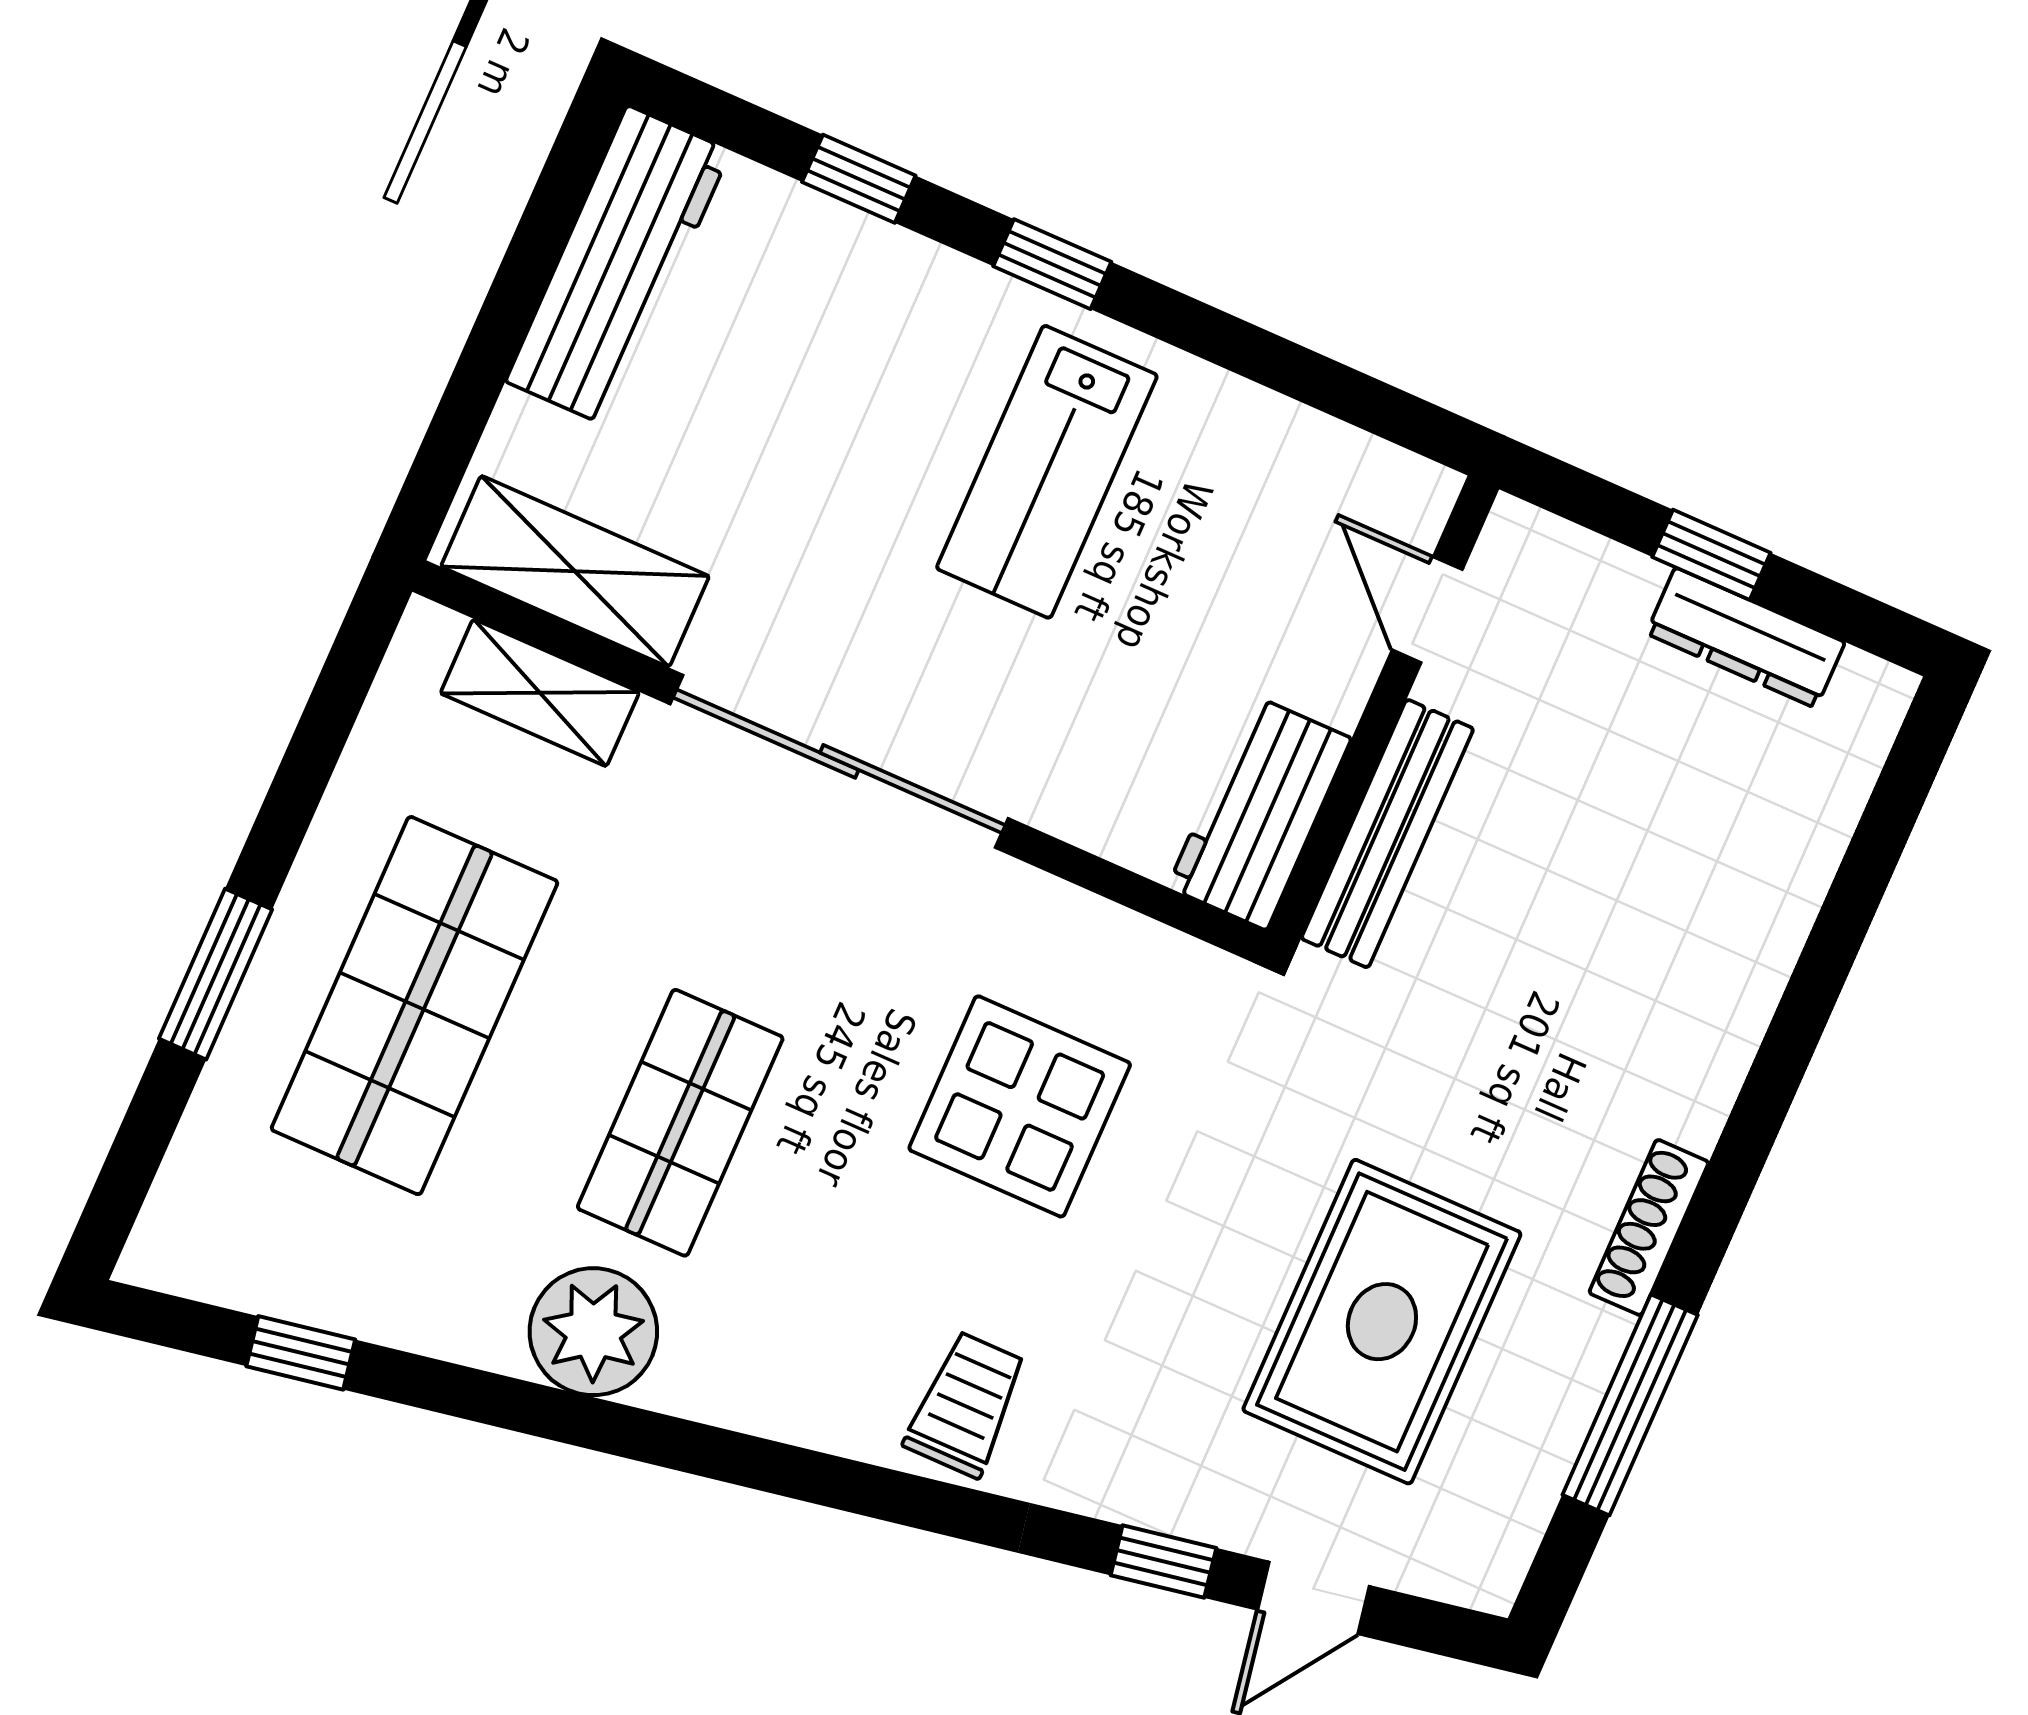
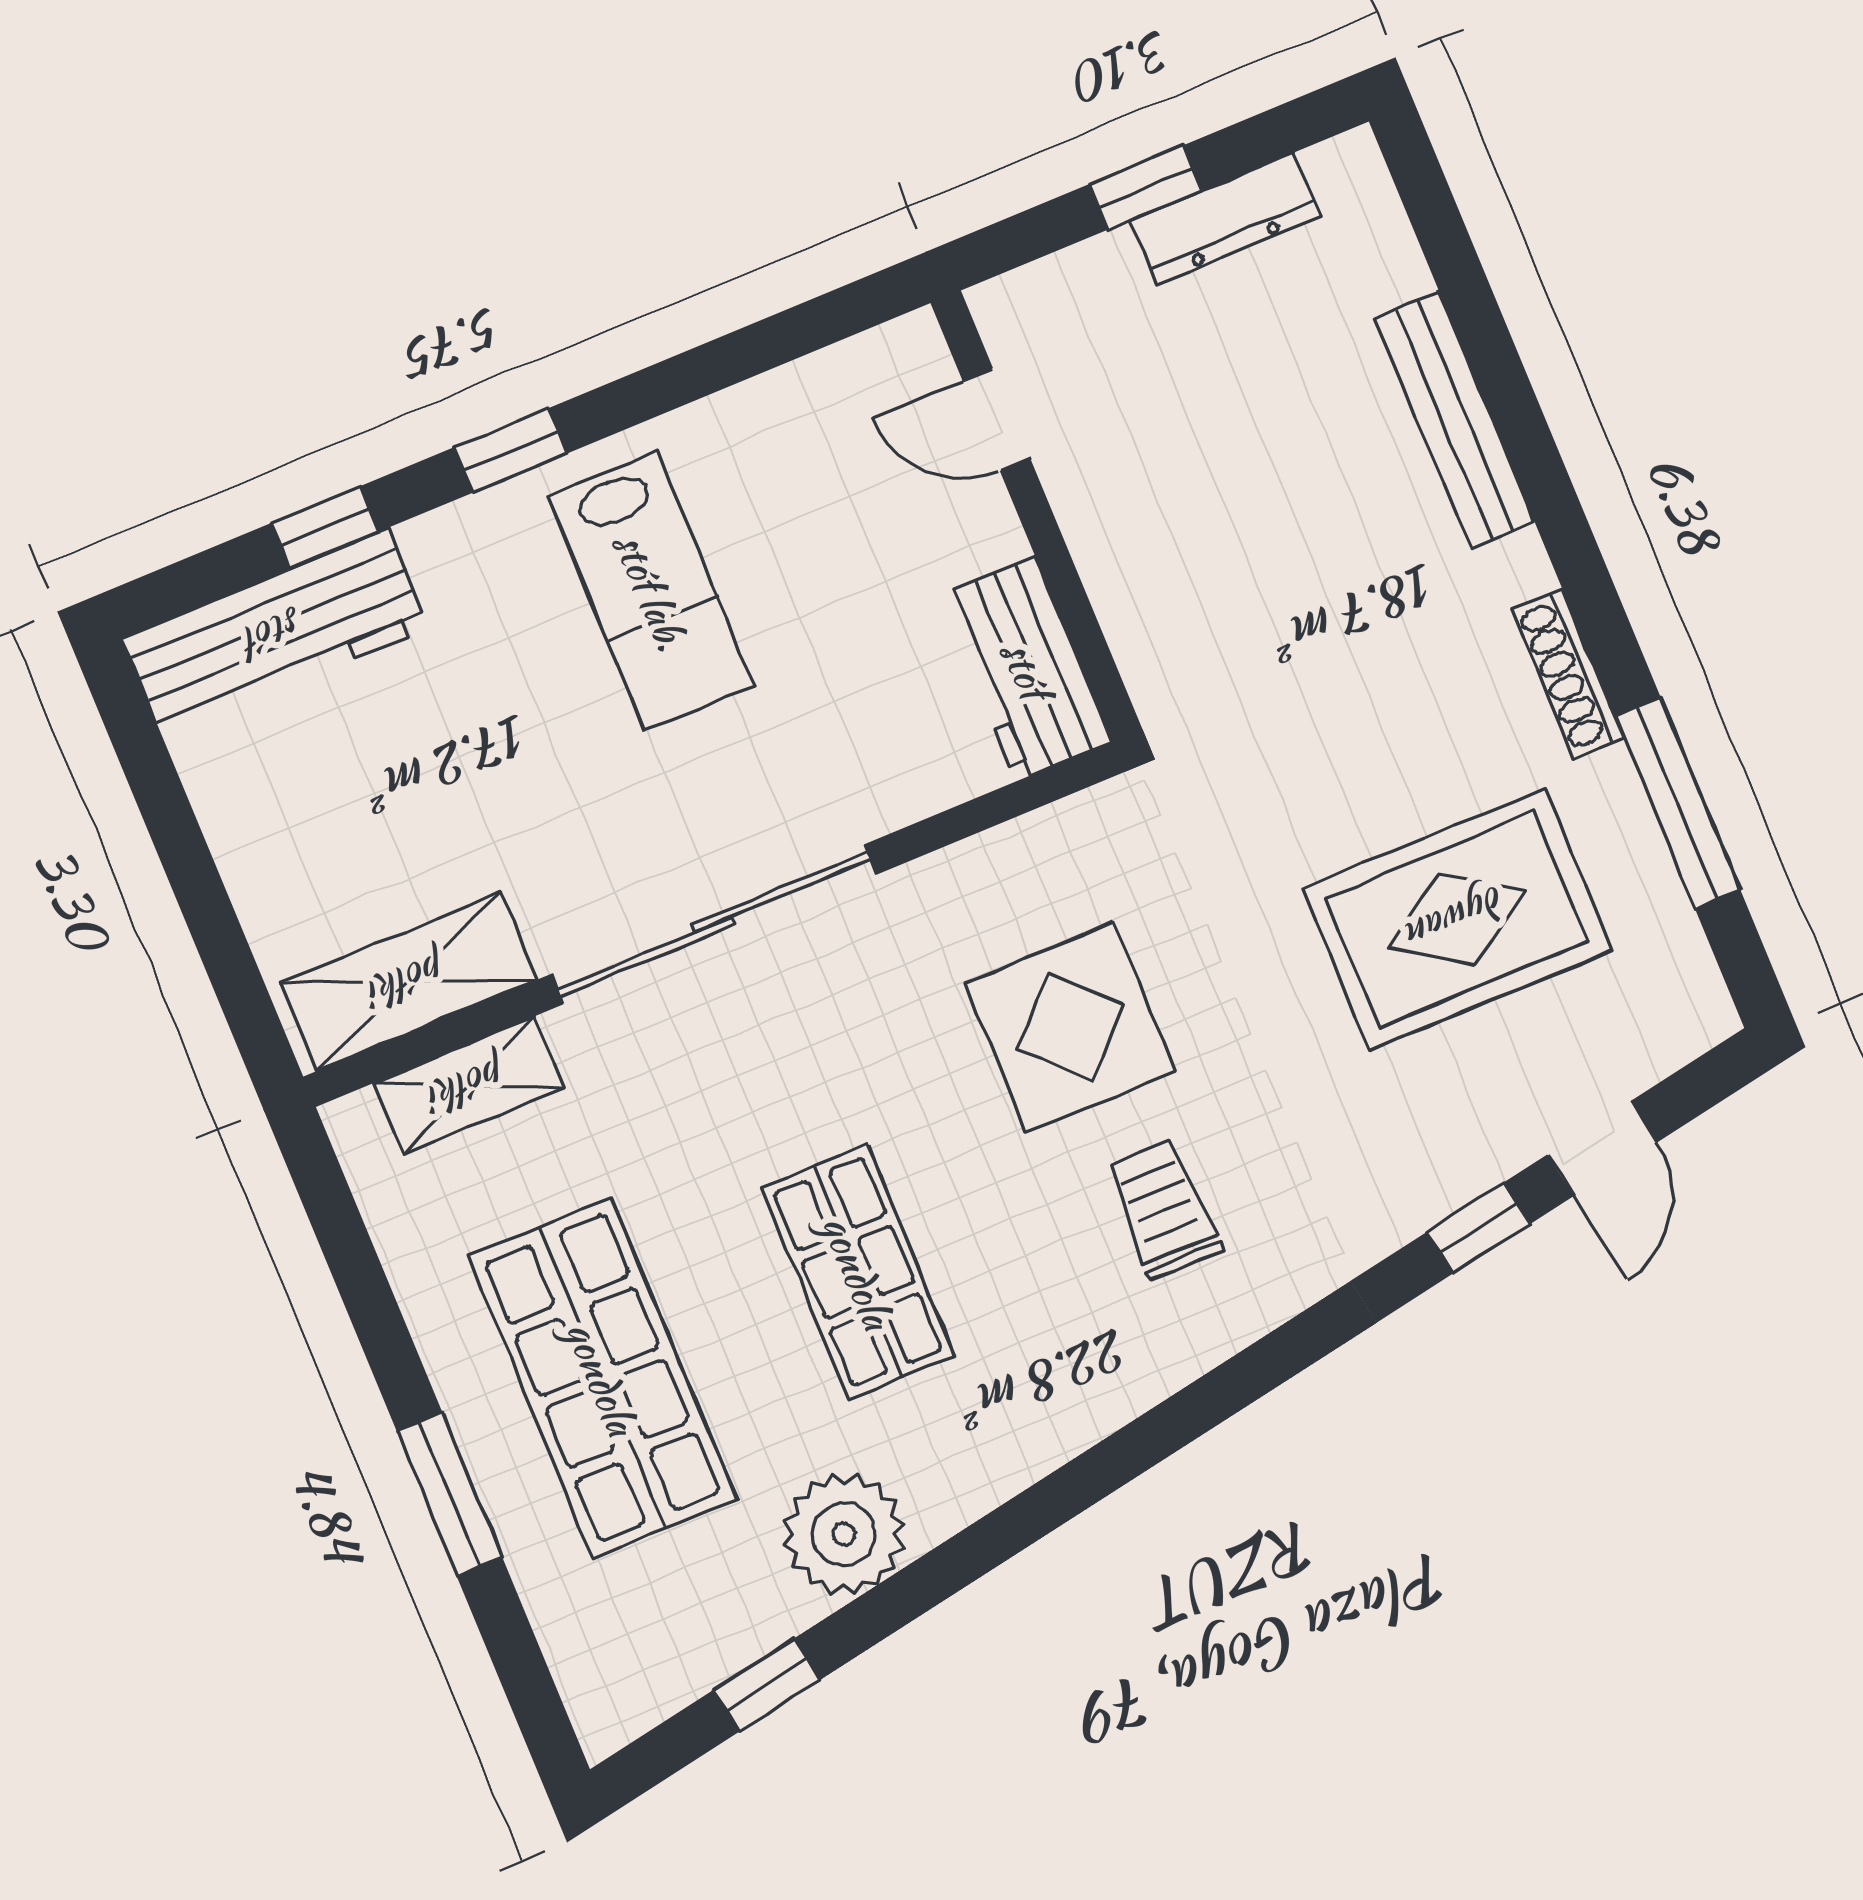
workbench: (618, 266) -> (275, 633), moved, turned 90
bench: (1387, 834) -> (1455, 420), moved
rug: (1382, 1322) -> (1457, 919), turned 90
plant: (593, 1332) -> (844, 1534), moved
trolley: (966, 1404) -> (1163, 1209), moved

